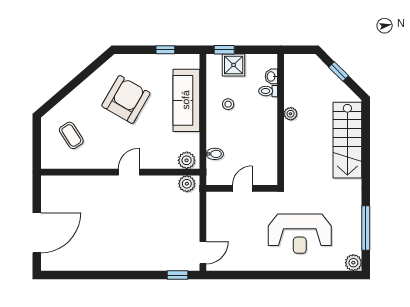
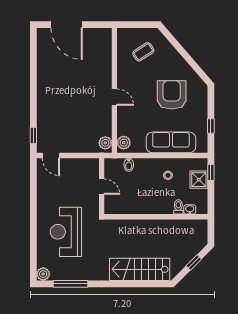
armchair: (126, 99) -> (172, 95), turned -120
plant: (291, 114) -> (160, 225), removed

